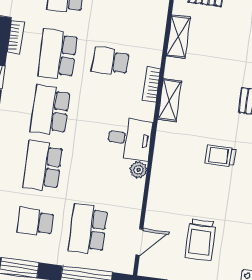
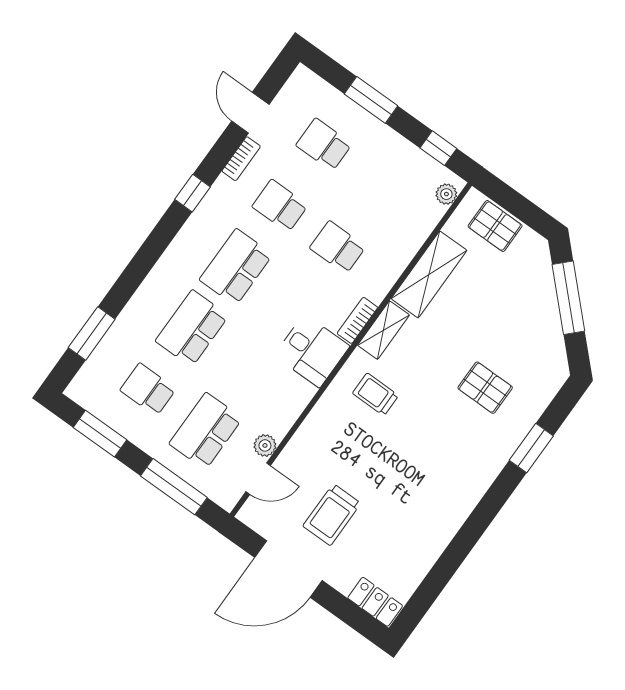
shelving: (178, 36) -> (429, 274), width x1.50, depth x1.33
school desk: (58, 54) -> (280, 206), width x0.54
bookcase: (151, 85) -> (357, 320), moved
trolley: (220, 156) -> (375, 394), moved
plant: (138, 170) -> (265, 445), moved

